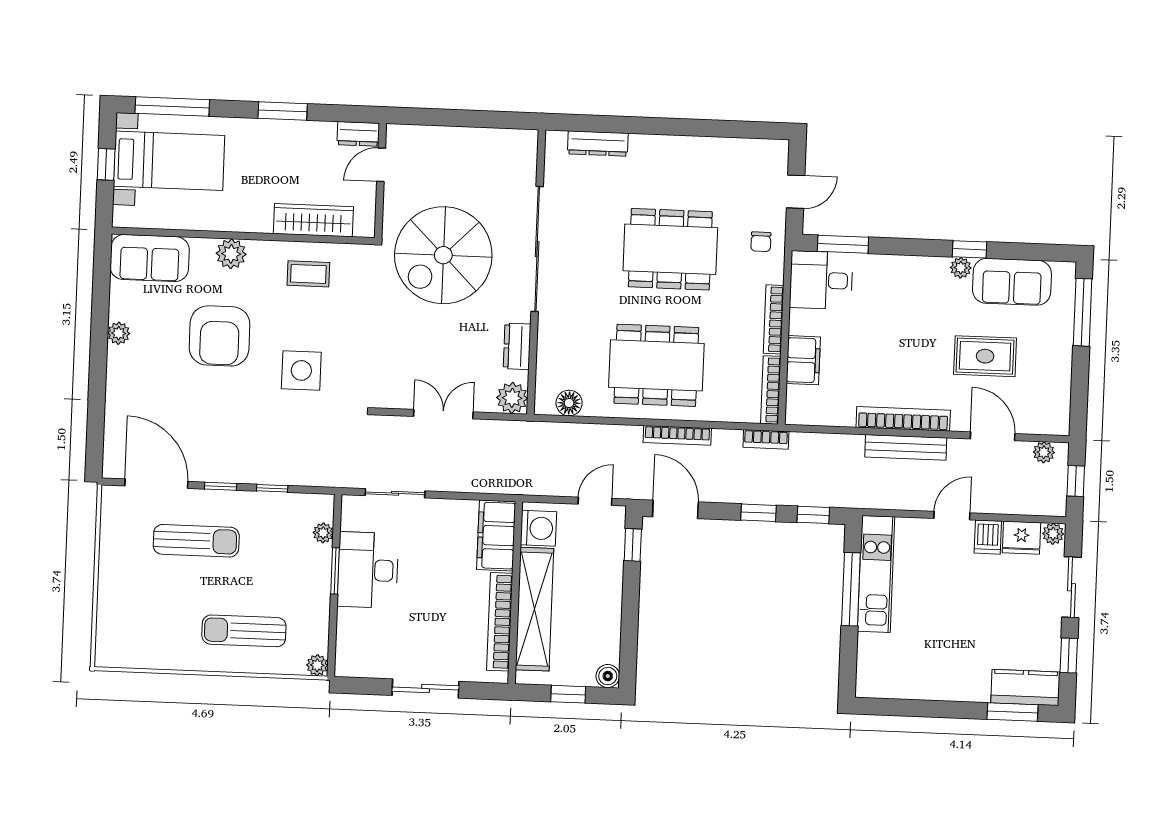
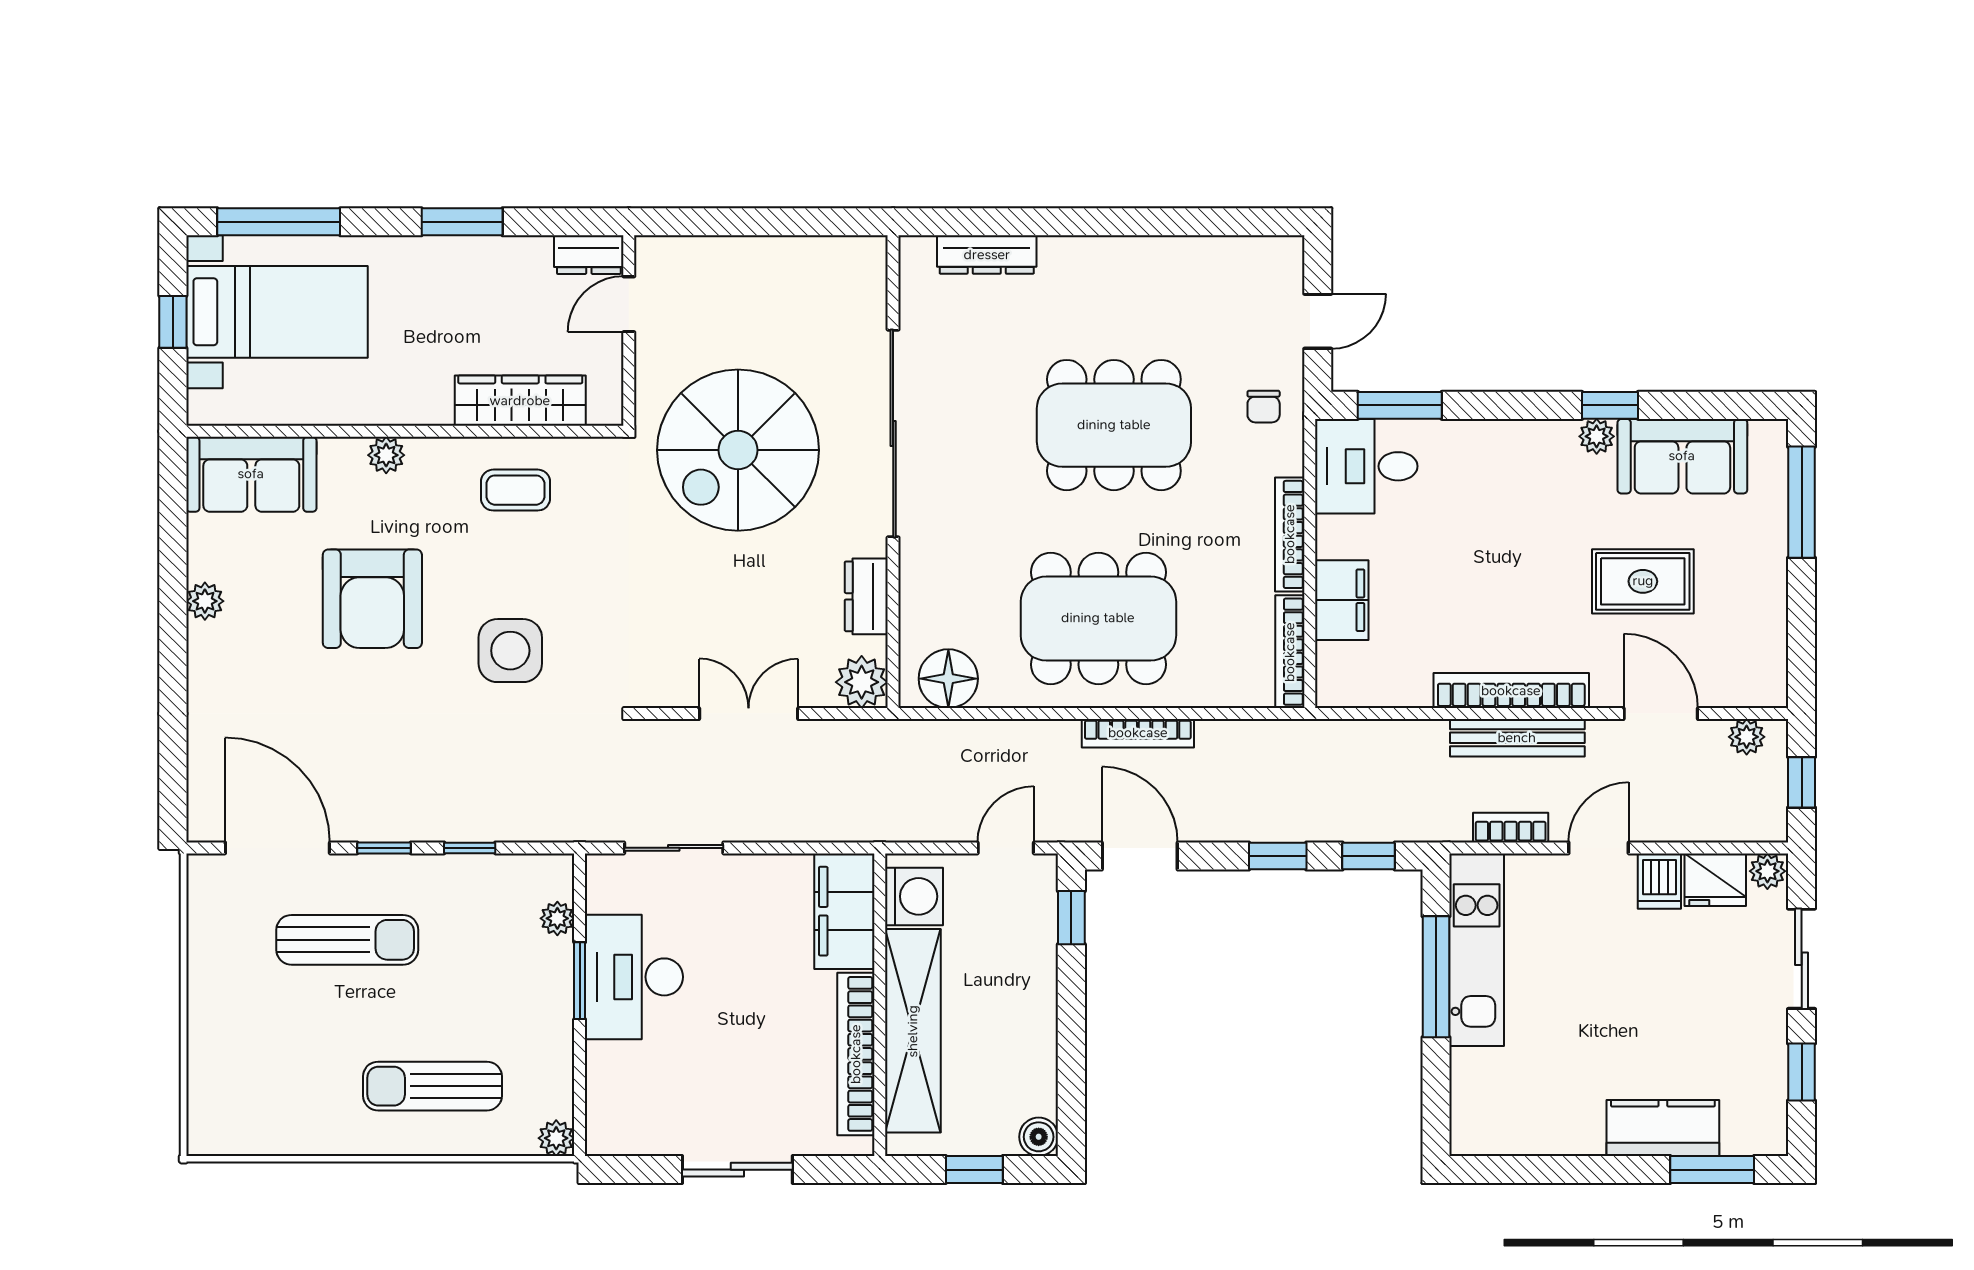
plant: (231, 254) -> (386, 455), width x0.73, depth x0.73
floor lamp: (569, 403) -> (948, 679), width x1.38, depth x1.38
bookcase: (766, 439) -> (1511, 828), moved, turned 180
kitchen counter: (1025, 687) -> (1663, 1128), moved

